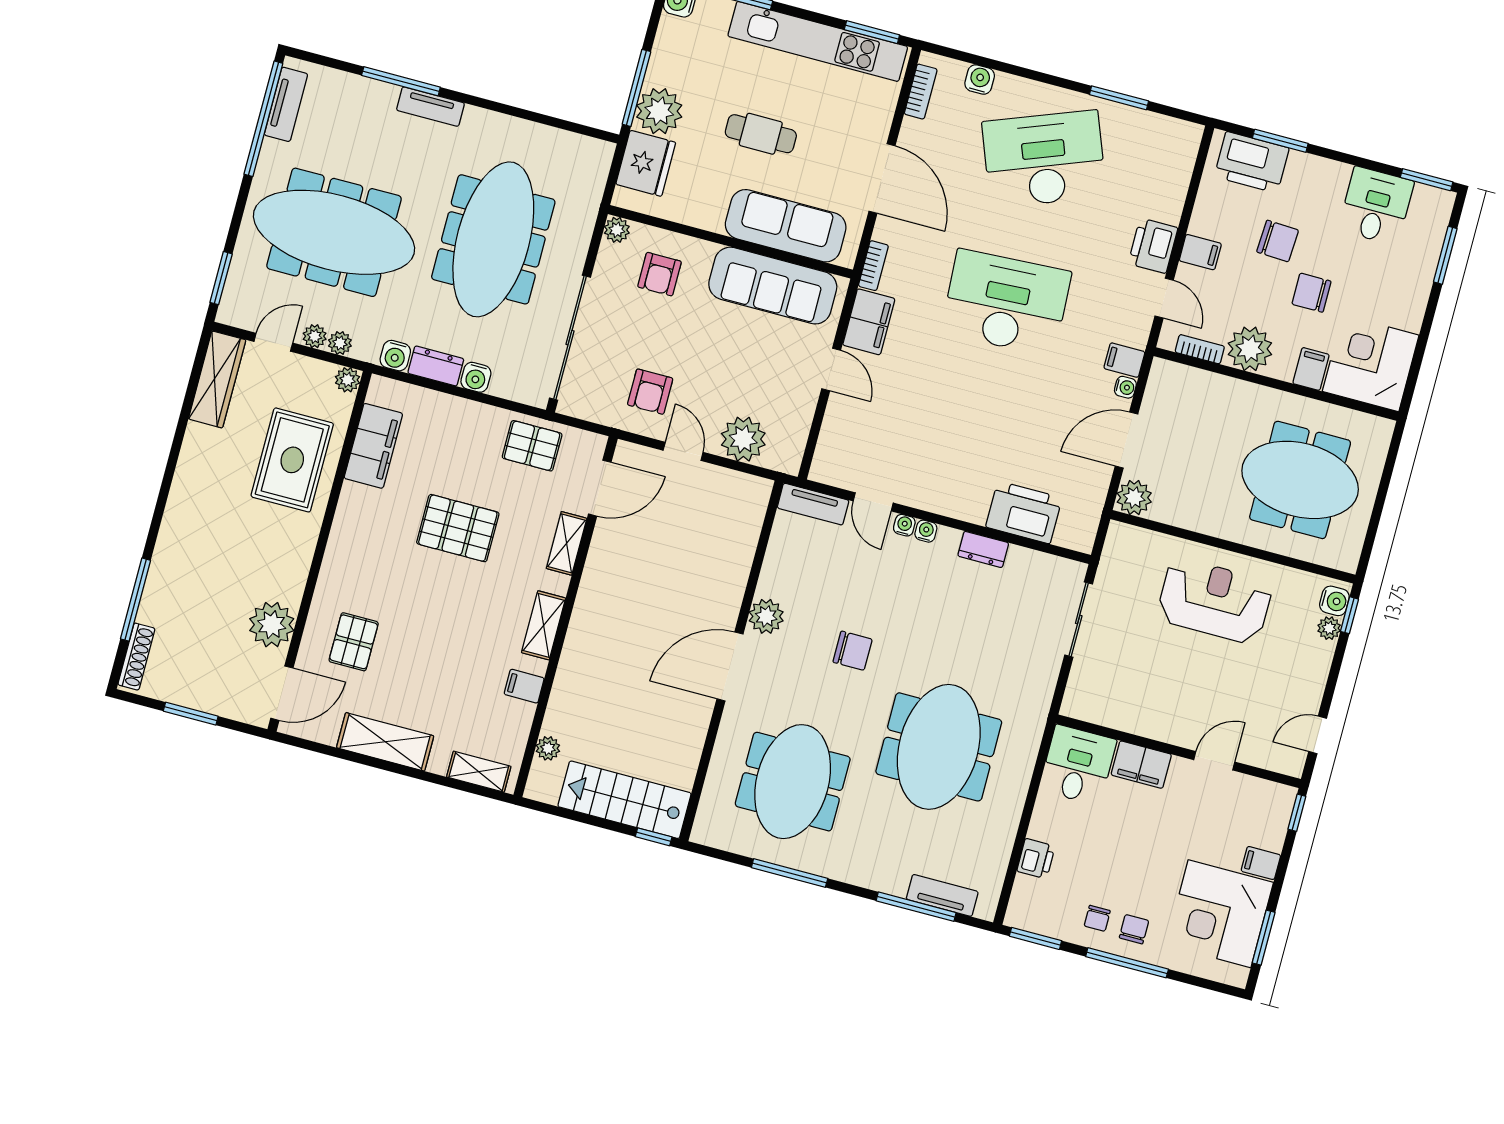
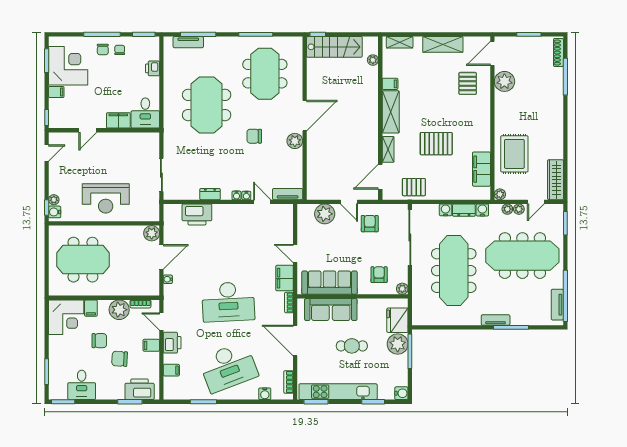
filing cabinet: (1124, 360) -> (171, 370), moved
shelving: (544, 625) -> (391, 112), width x1.50, depth x1.33

